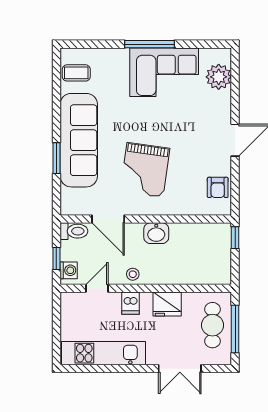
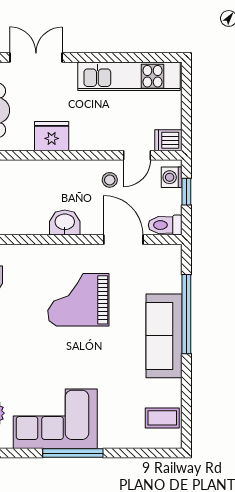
sofa: (79, 140) -> (164, 336), width x0.74, depth x0.79
window: (56, 158) -> (186, 314), width x2.11
grand piano: (145, 170) -> (78, 300), turned -98
stool: (133, 274) -> (110, 180), moved
dishwasher: (130, 303) -> (168, 140), moved, turned -90

